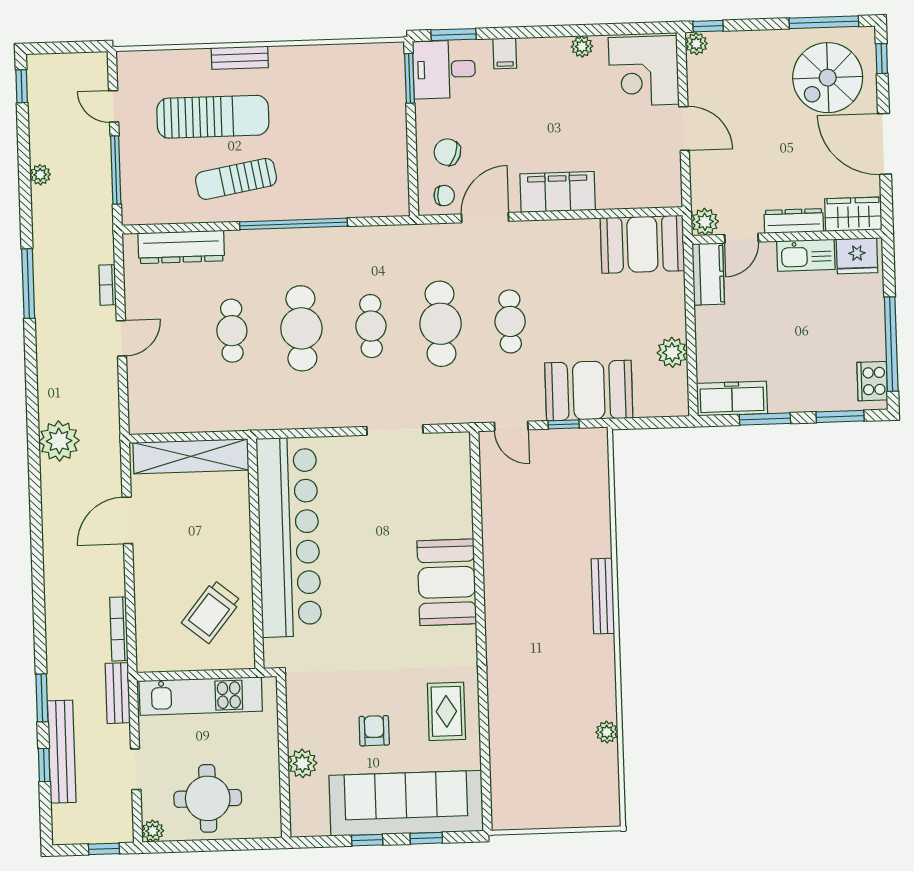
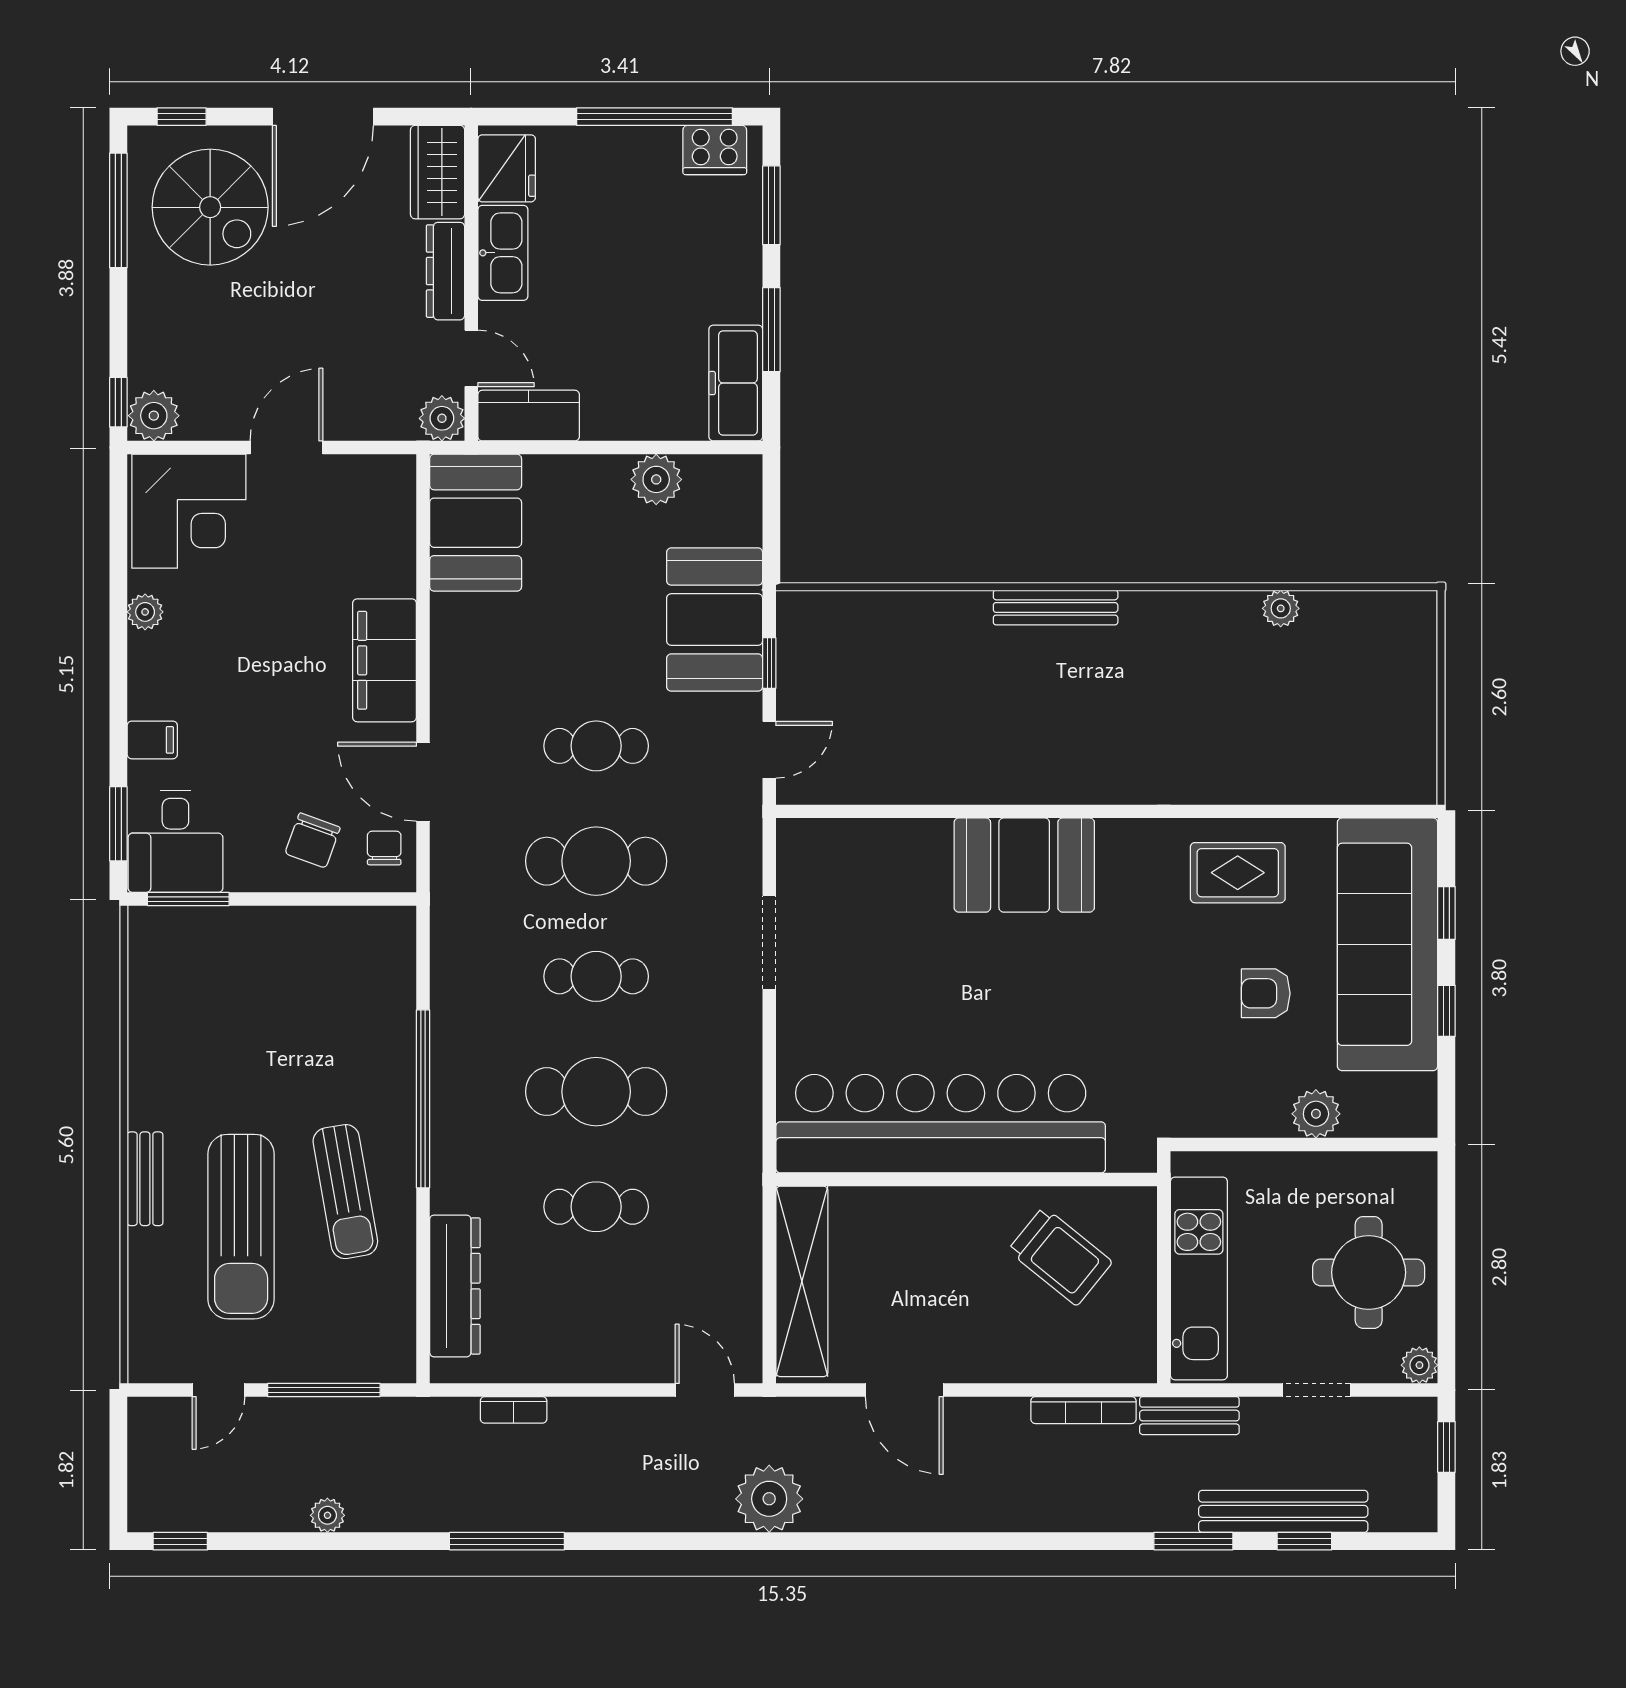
plant: (696, 44) -> (154, 416), width x1.38, depth x1.38
sun lounger: (213, 117) -> (241, 1227), turned 180
door: (121, 338) -> (705, 1390), moved

